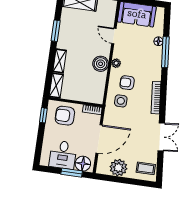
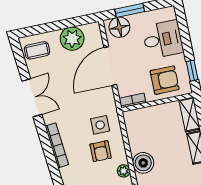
armchair: (127, 83) -> (101, 151), turned 90
double door: (161, 137) -> (32, 98), swing flipped
desk: (63, 155) -> (163, 39), moved, turned 90

